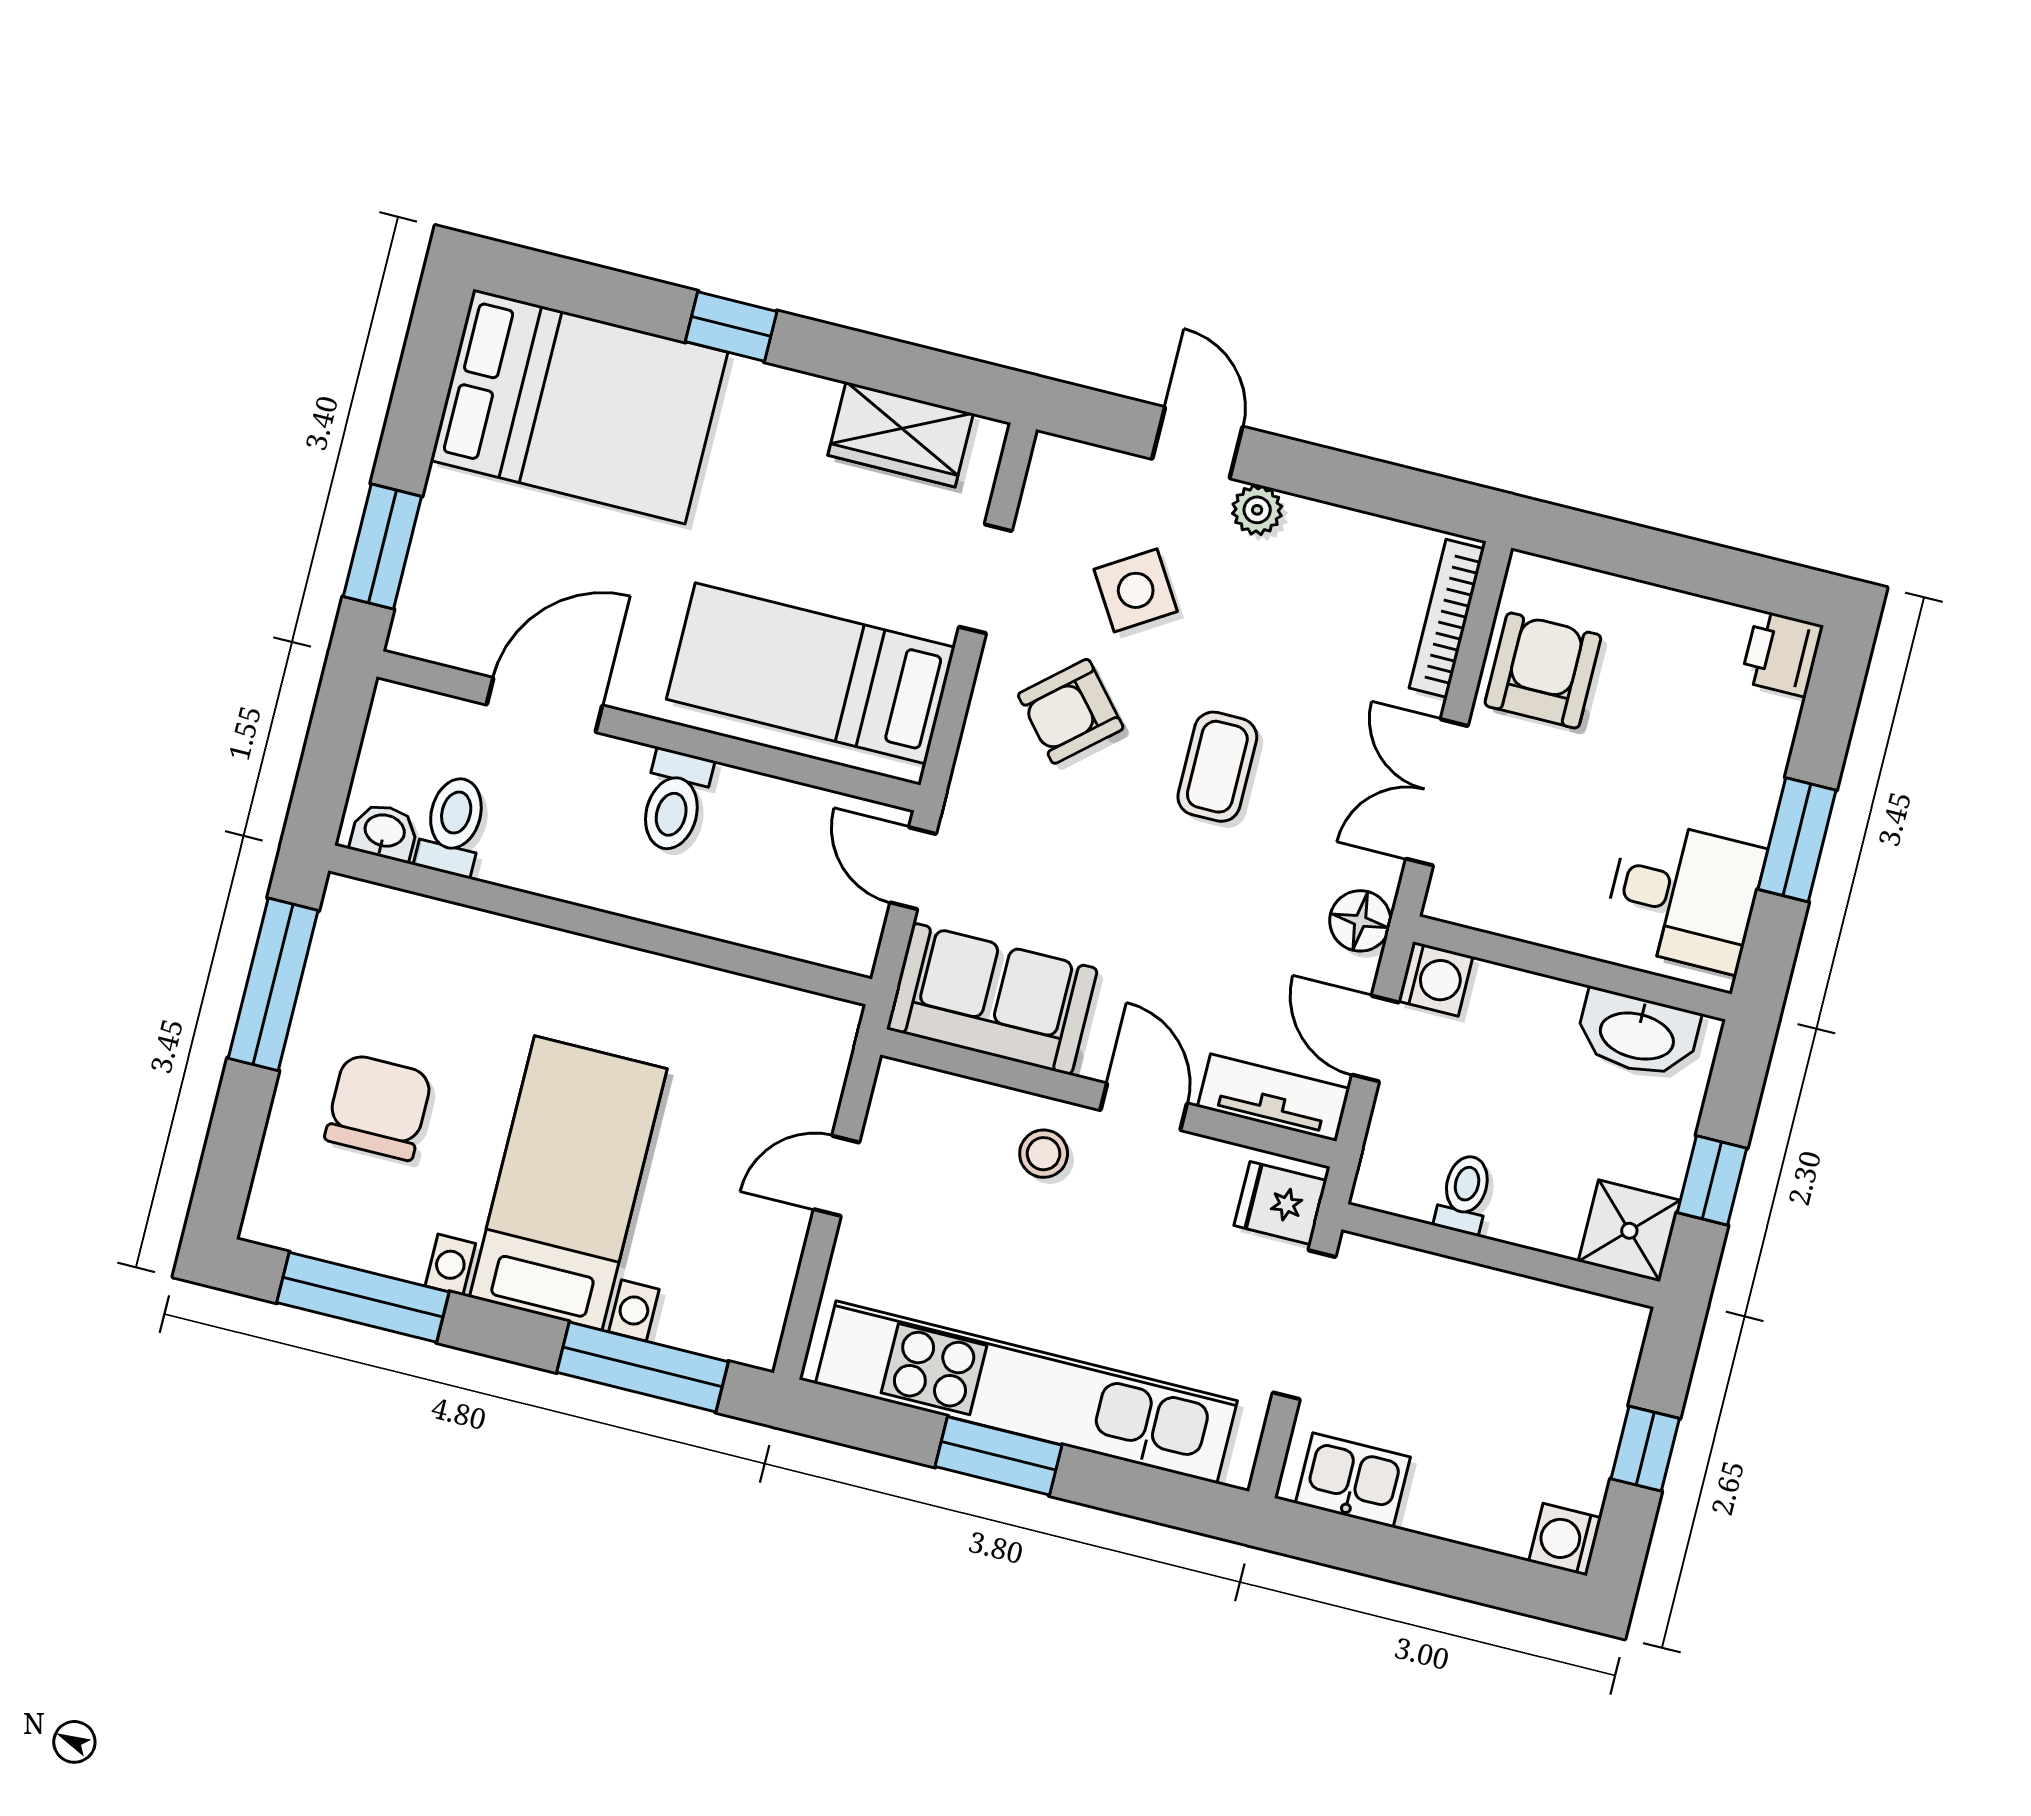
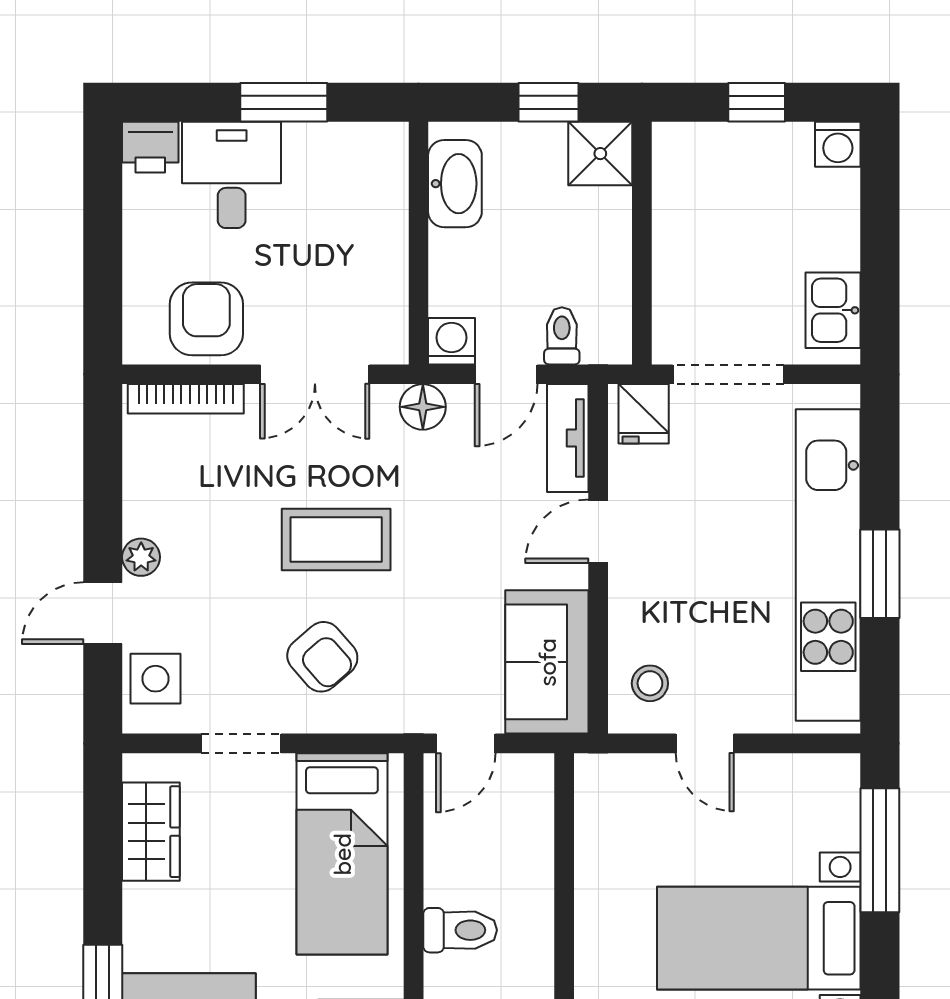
side table: (1136, 590) -> (156, 679), moved, turned 32
armchair: (1543, 670) -> (206, 319), turned 90
coffee table: (1217, 767) -> (336, 539), width x1.36, depth x1.30
desk: (1684, 895) -> (232, 175), moved
stool: (1044, 1154) -> (650, 683), moved
toilet: (1464, 1194) -> (562, 336), moved, turned 90

